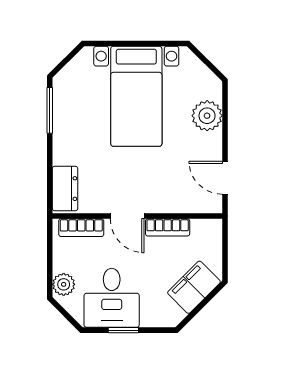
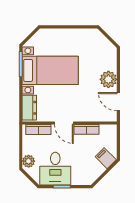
bed with nightstands: (136, 96) -> (50, 70), moved, turned -90
plant: (207, 116) -> (108, 79), moved
filing cabinet: (194, 287) -> (106, 158), width x0.50

